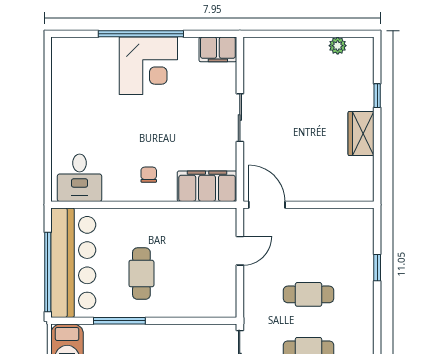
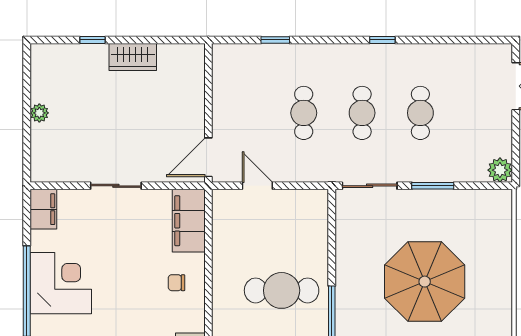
plant: (338, 46) -> (39, 113), moved
cafe table: (141, 274) -> (282, 290), width x1.37, depth x1.35

